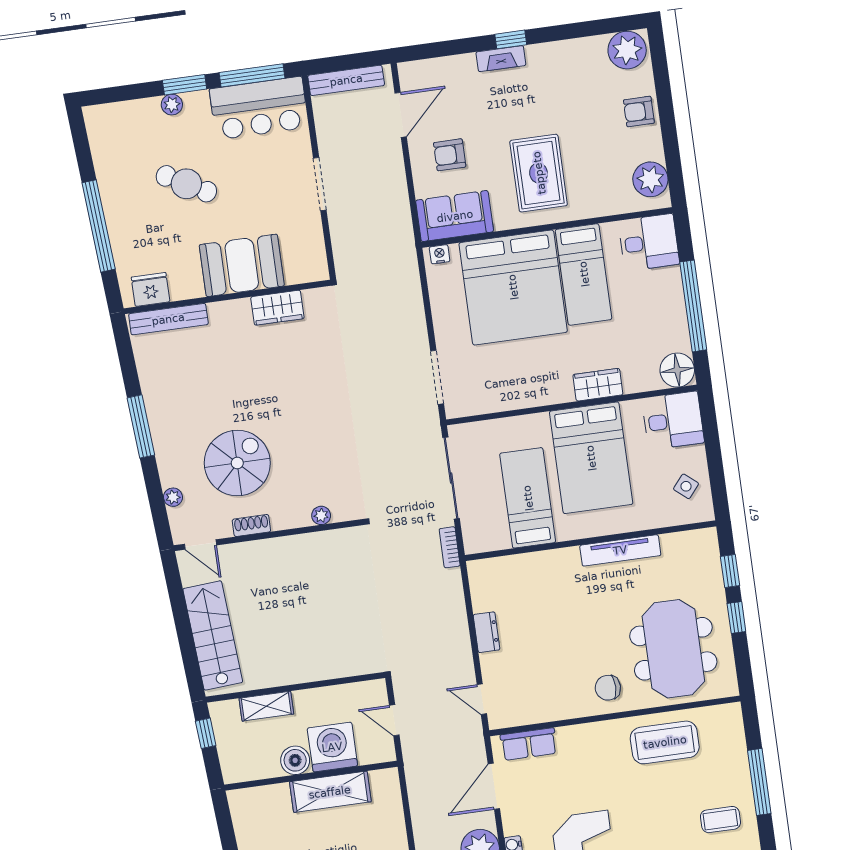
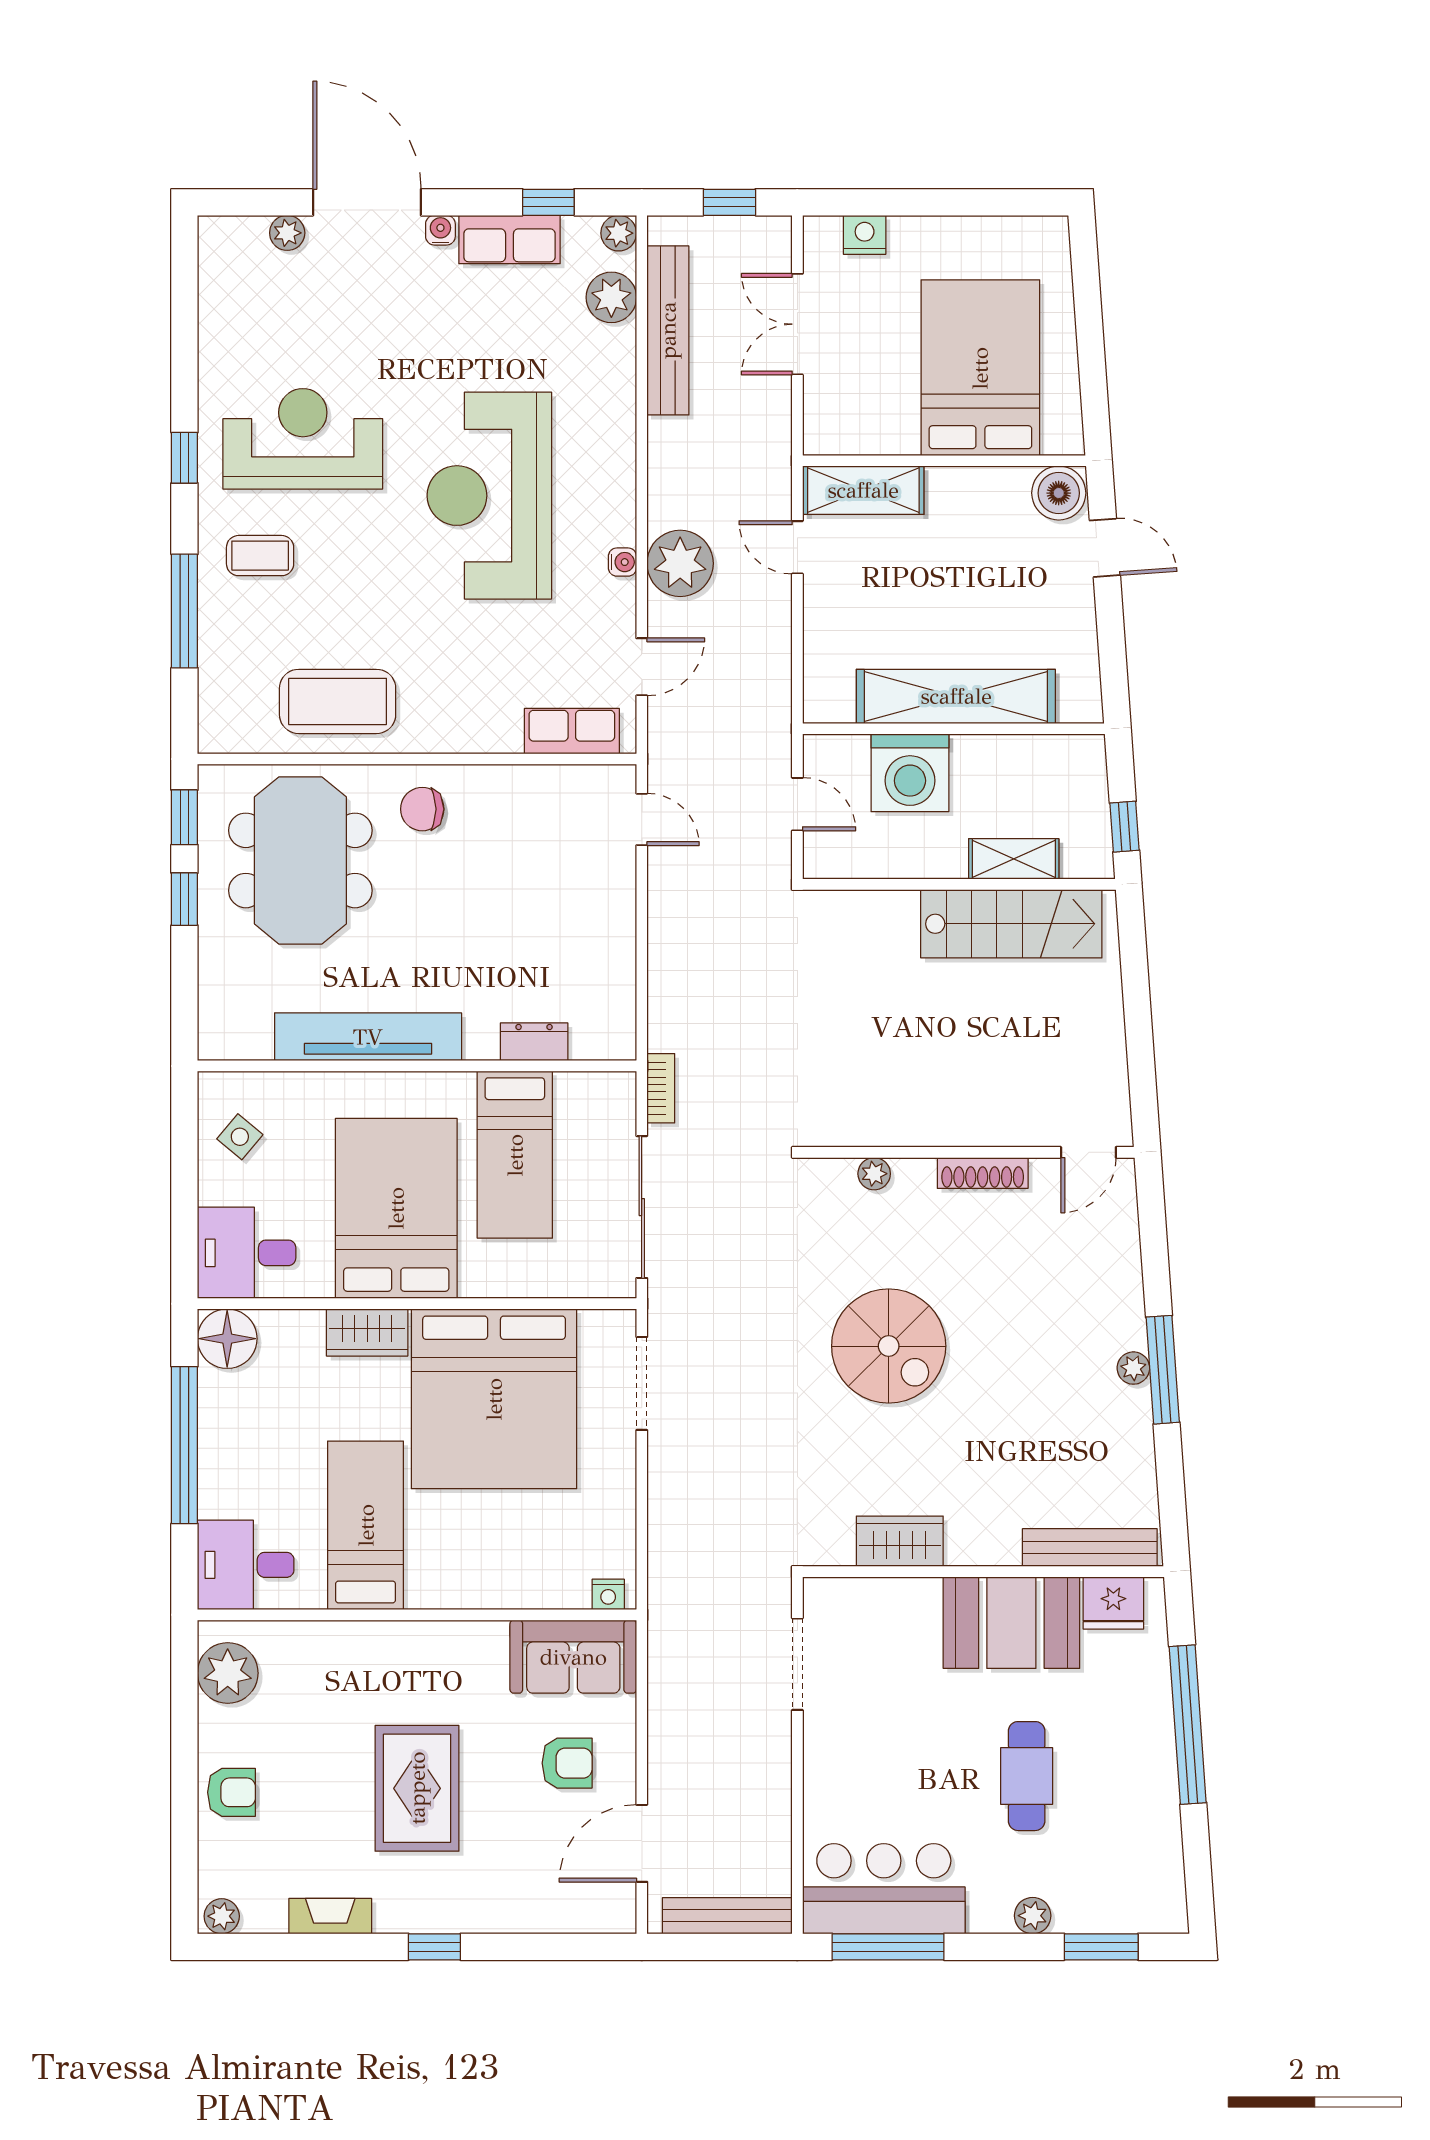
plant: (627, 50) -> (222, 1916), width x0.53, depth x0.53
fireplace: (501, 59) -> (330, 1916), moved
window: (185, 85) -> (1101, 1947), moved
rug: (539, 173) -> (417, 1788), moved
cafe table: (186, 184) -> (1027, 1776), turned 61
doorway: (320, 184) -> (797, 1664), moved
booth: (242, 265) -> (1011, 1623), moved
bed: (513, 287) -> (494, 1399), moved, turned 180
spiral stairs: (237, 463) -> (889, 1346), moved, turned -90
plant: (173, 497) -> (1133, 1368), moved
shoe rack: (251, 526) -> (983, 1173), width x1.43
door: (200, 545) -> (1088, 1152), swing flipped
tv unit: (620, 550) -> (368, 1037), width x1.36, depth x1.29
window: (730, 571) -> (184, 817), moved
dresser: (487, 632) -> (534, 1042), moved, turned 90
stairs: (213, 635) -> (1011, 924), moved, turned -86
chair: (608, 688) -> (422, 809), turned 180
boiler: (295, 760) -> (977, 759), removed
door: (494, 786) -> (642, 667), width x0.73
shelving: (330, 792) -> (956, 696), width x1.47

